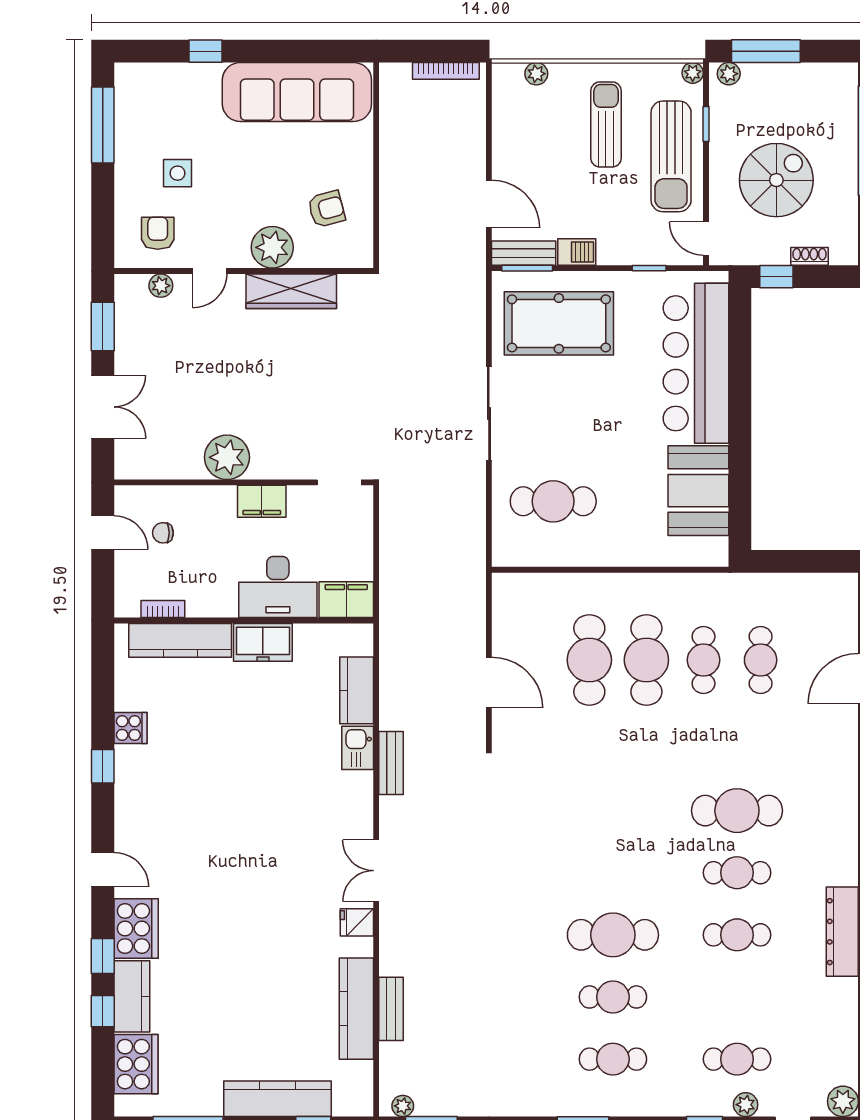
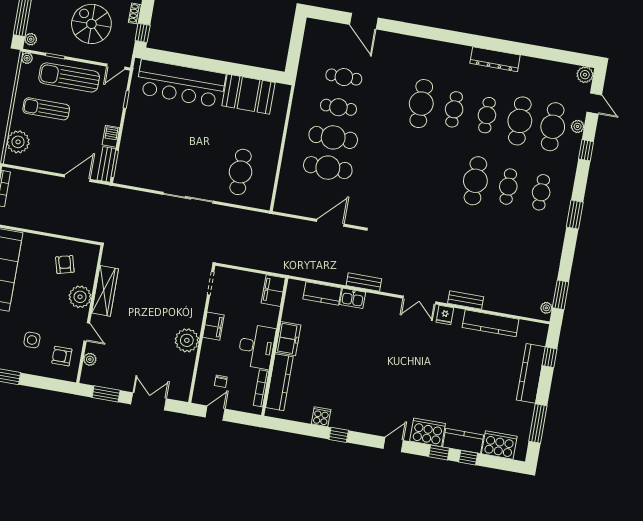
plant: (536, 74) -> (18, 142), width x1.87, depth x1.87
sun lounger: (671, 156) -> (69, 77), turned 180
pool table: (559, 323) -> (147, 152), removed
desk: (278, 587) -> (256, 346), moved
bookcase: (163, 609) -> (261, 388), width x1.56
cafe table: (737, 997) -> (520, 121), added
bench: (391, 1009) -> (466, 300), moved
cafe table: (737, 1059) -> (553, 127), width x1.37, depth x1.35

